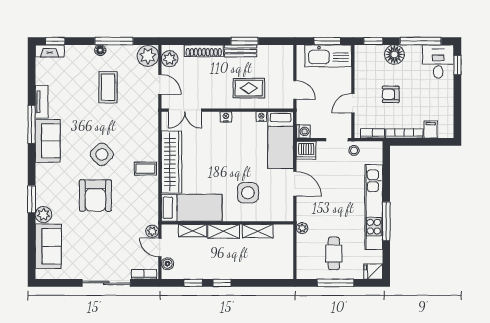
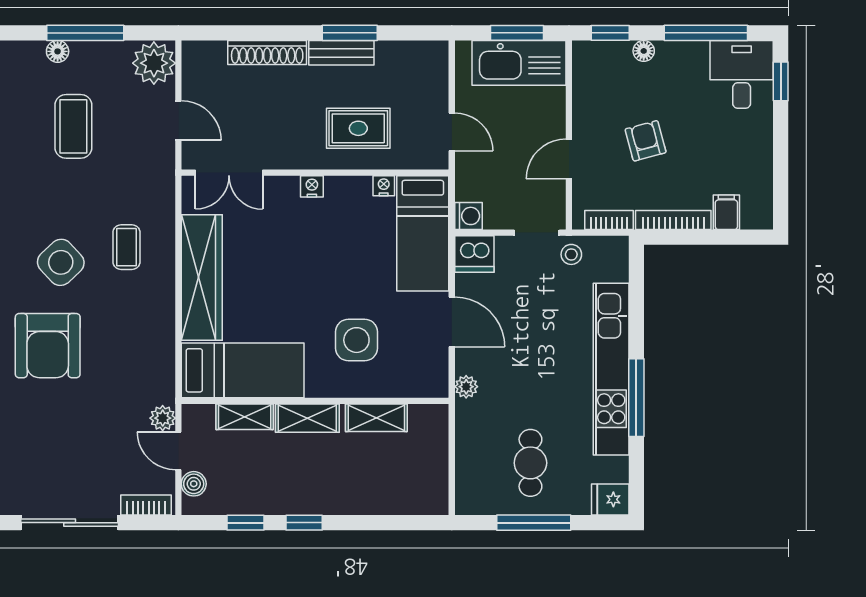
floor lamp: (394, 55) -> (644, 51), width x0.53, depth x0.53
plant: (170, 59) -> (198, 69), removed
armchair: (391, 94) -> (646, 141), turned 75
coffee table: (145, 169) -> (126, 247), moved, turned 90
plant: (302, 228) -> (466, 387), moved

